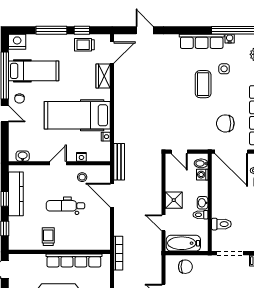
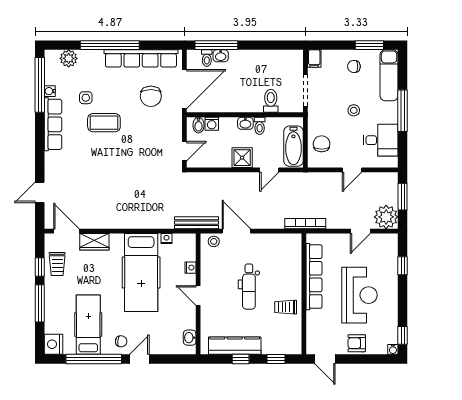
stool: (82, 177) -> (214, 241), moved
door: (112, 195) -> (236, 231), swing flipped

